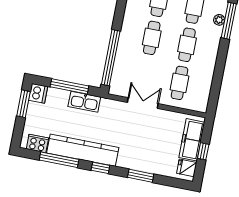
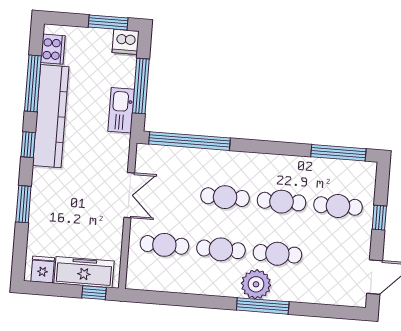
plant: (219, 20) -> (256, 284), width x1.88, depth x1.88
window: (203, 151) -> (94, 293), moved

